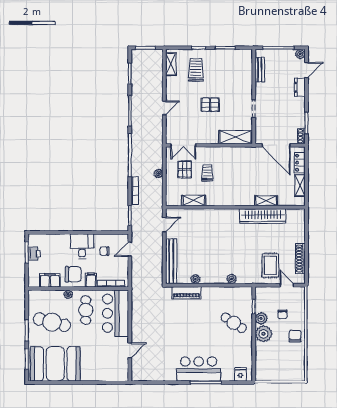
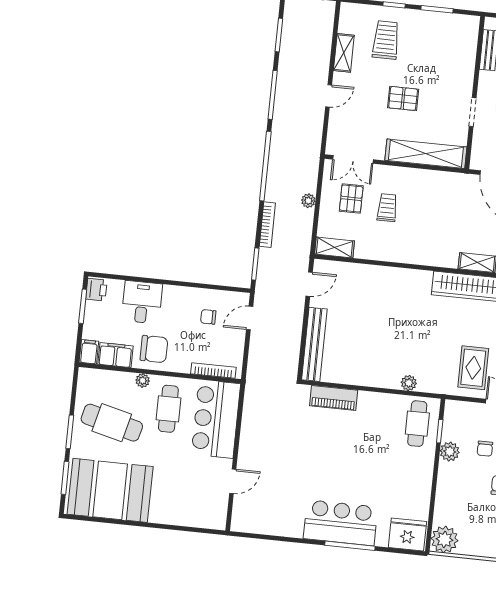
shelving: (171, 64) -> (344, 53), moved
shelving: (235, 137) -> (426, 154), width x1.47
shelving: (194, 200) -> (334, 247), moved
desk: (82, 246) -> (142, 302), moved
printer: (34, 254) -> (96, 290), moved
plant: (195, 279) -> (350, 377), removed
filing cabinet: (91, 280) -> (89, 352), moved
cafe table: (234, 323) -> (417, 424), moved, turned 57
plant: (263, 334) -> (444, 539), moved
fridge: (240, 374) -> (407, 534), width x1.88, depth x1.34

